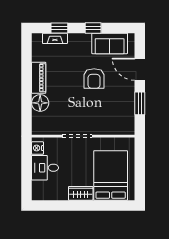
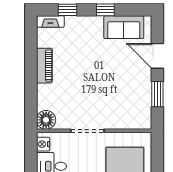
fireplace: (55, 38) -> (50, 22), moved
armchair: (94, 79) -> (106, 66), removed
floor lamp: (40, 103) -> (46, 120), moved

